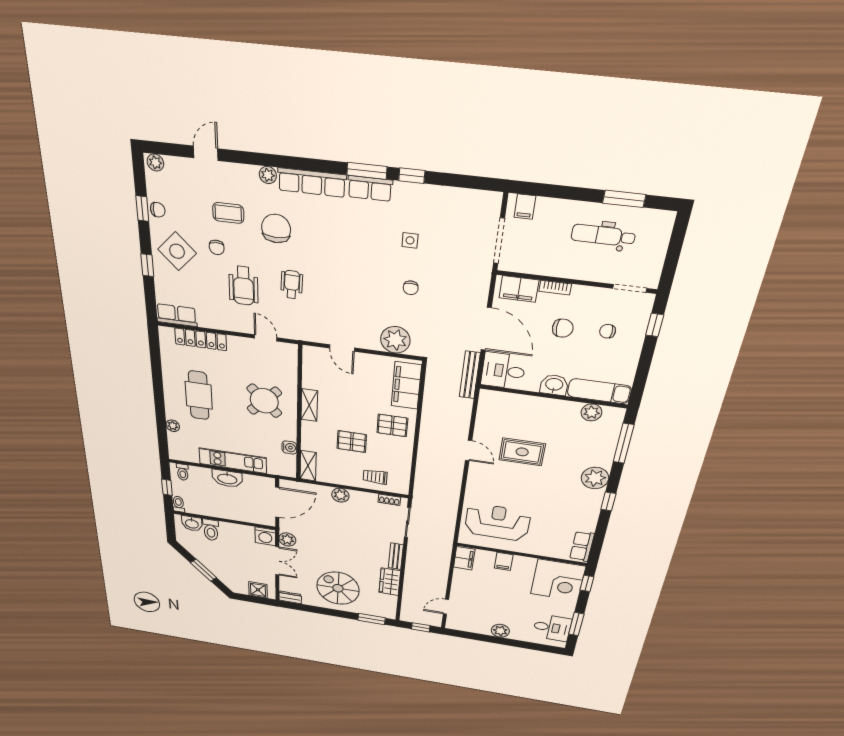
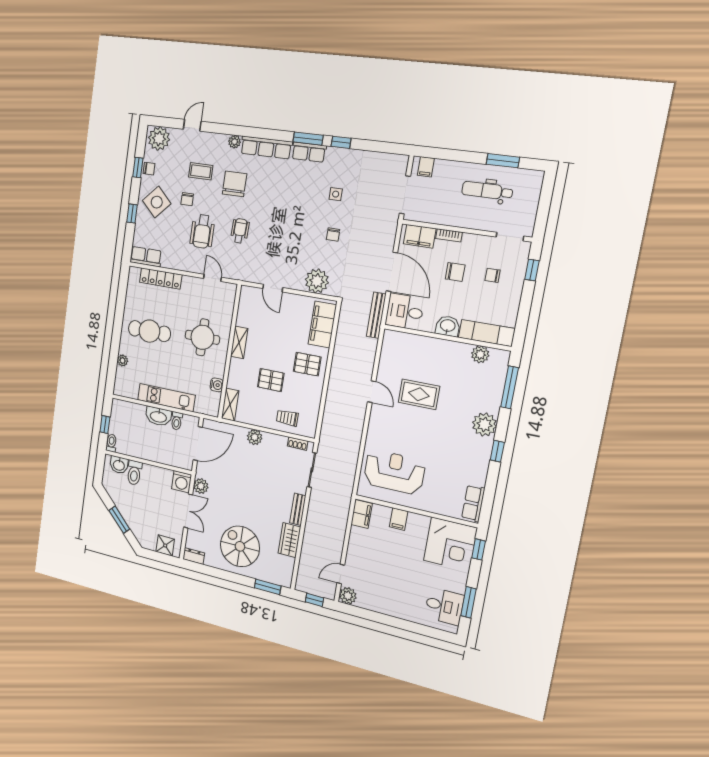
plant: (155, 163) -> (159, 139), width x1.88, depth x1.88
cafe table: (199, 395) -> (149, 331), turned 90
round table: (264, 401) -> (202, 337), turned 45
toilet: (183, 472) -> (177, 421), moved
plant: (500, 631) -> (348, 596), moved

